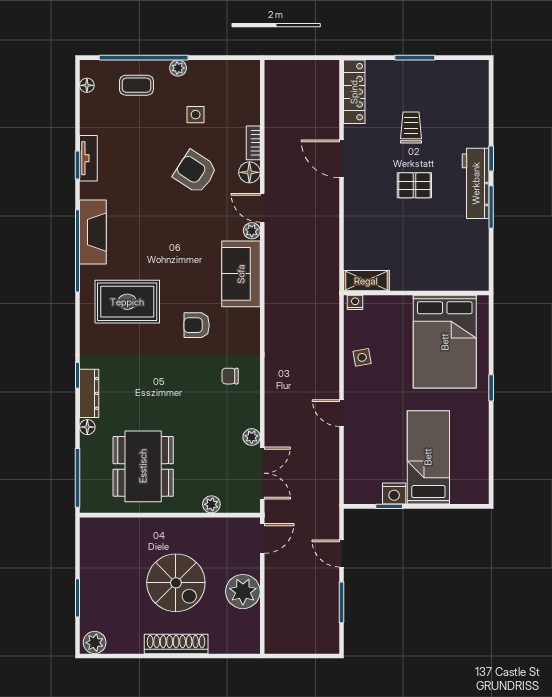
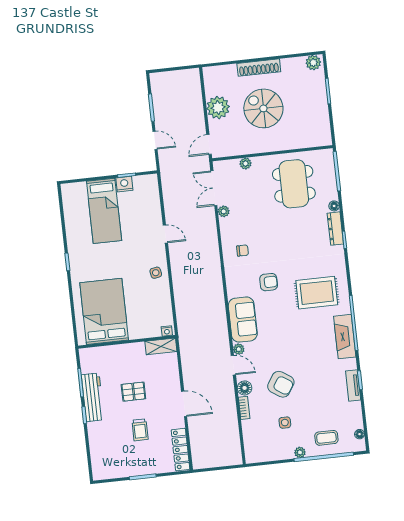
shelving: (366, 281) -> (161, 346), moved
wall: (416, 293) -> (127, 342), moved
nightstand: (355, 302) -> (167, 331), moved
bed: (445, 342) -> (104, 311), moved

